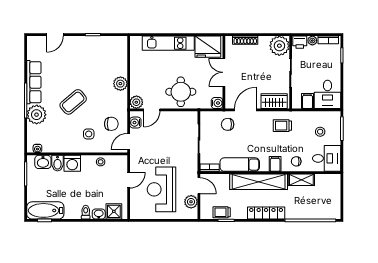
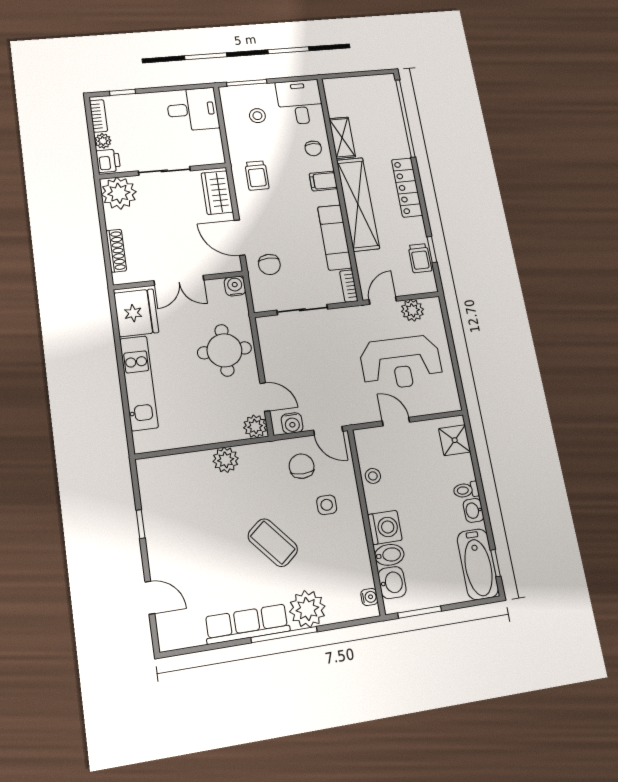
filing cabinet: (307, 101) -> (209, 140), removed
washbasin: (99, 214) -> (474, 510), moved

